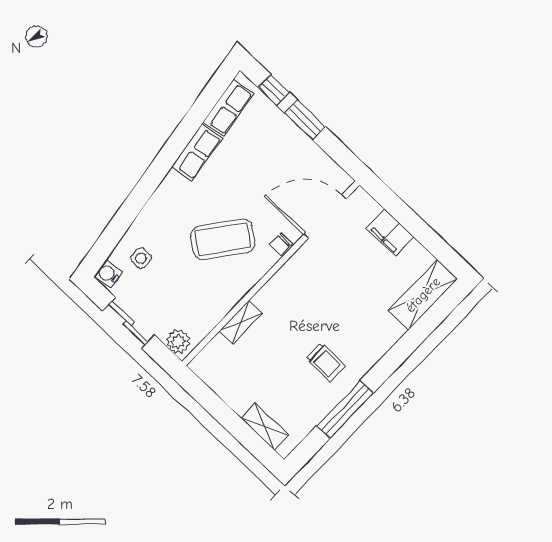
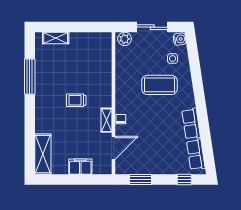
window: (305, 120) -> (141, 179), moved
door: (325, 216) -> (114, 148), width x0.73
coffee table: (223, 239) -> (159, 85), moved, turned 53
shelving: (241, 322) -> (107, 120), moved
trolley: (326, 362) -> (76, 100), moved

